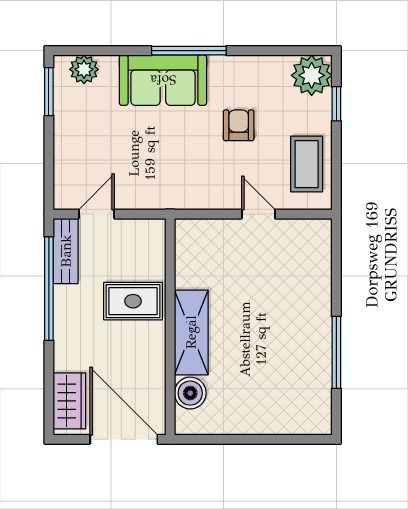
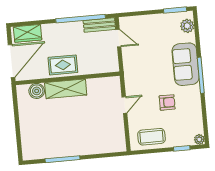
plant: (312, 75) -> (199, 139), width x0.53, depth x0.53
door: (258, 214) -> (124, 105), moved
rug: (133, 301) -> (63, 65), moved, turned 90

